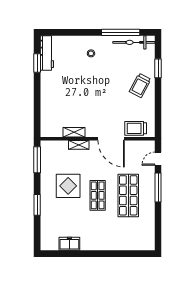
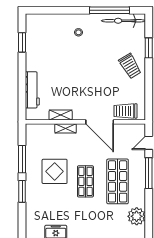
workbench: (47, 53) -> (32, 90), moved
trolley: (140, 85) -> (130, 66), turned -59
window: (37, 160) -> (22, 159), moved
plant: (146, 229) -> (137, 216), added

